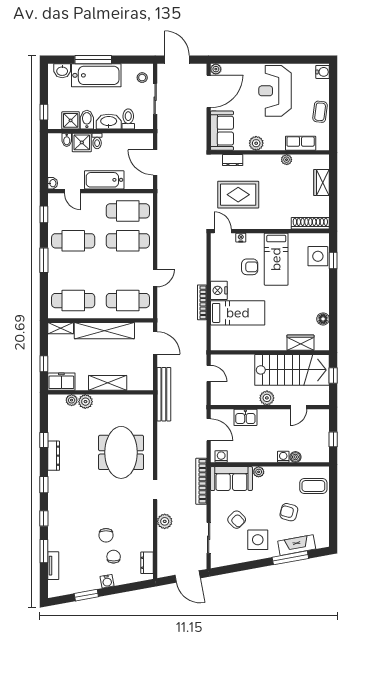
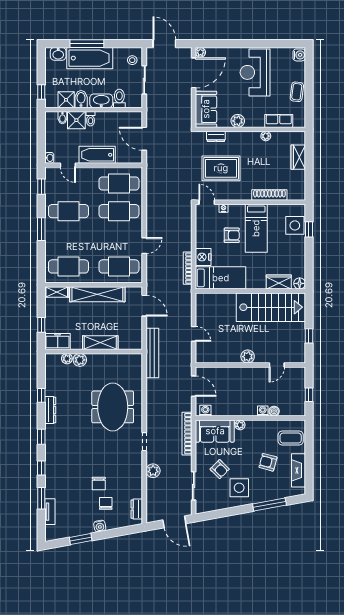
shoe rack: (310, 223) -> (269, 195), moved
wardrobe: (300, 343) -> (279, 282), moved
wall: (270, 352) -> (250, 291), moved
stairs: (292, 370) -> (271, 307), moved
kitchen sink: (245, 417) -> (228, 375), removed
fireplace: (297, 545) -> (298, 470), moved, turned -80

